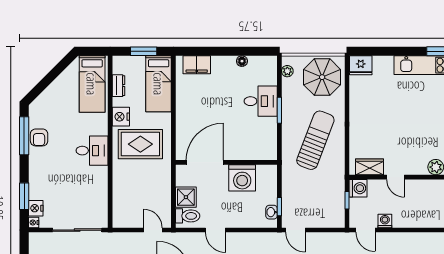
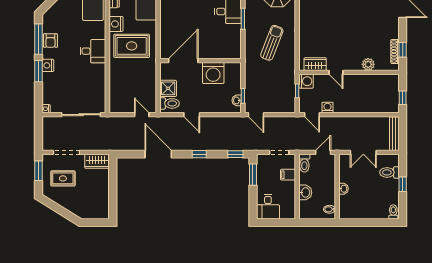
sun lounger: (315, 140) -> (272, 43), width x0.73, depth x0.75
window: (24, 196) -> (38, 71), moved
nightstand: (36, 208) -> (48, 65), moved

